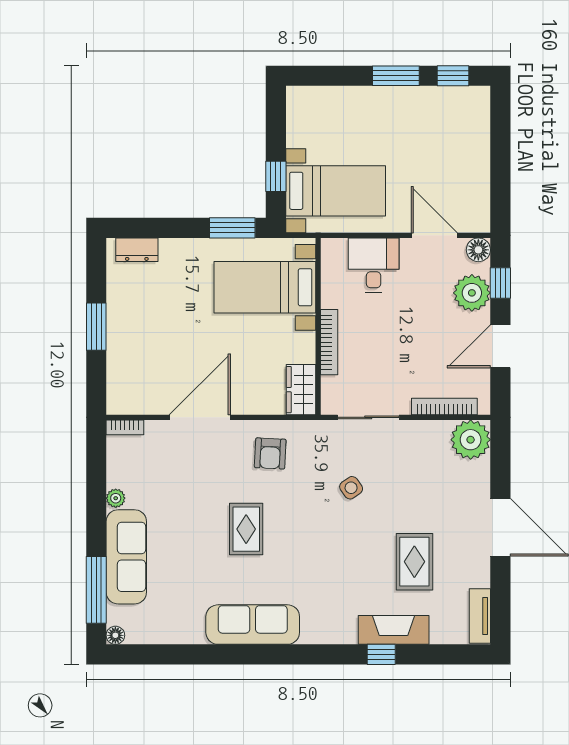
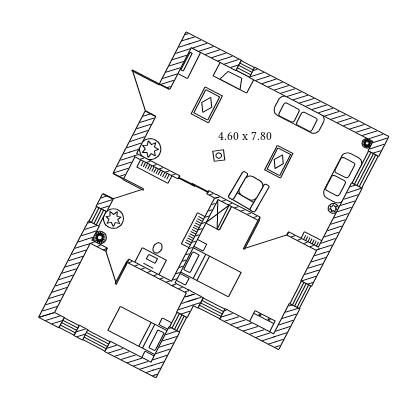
bed with nightstands: (336, 191) -> (138, 331), moved
armchair: (270, 453) -> (249, 192), width x1.88, depth x1.88

